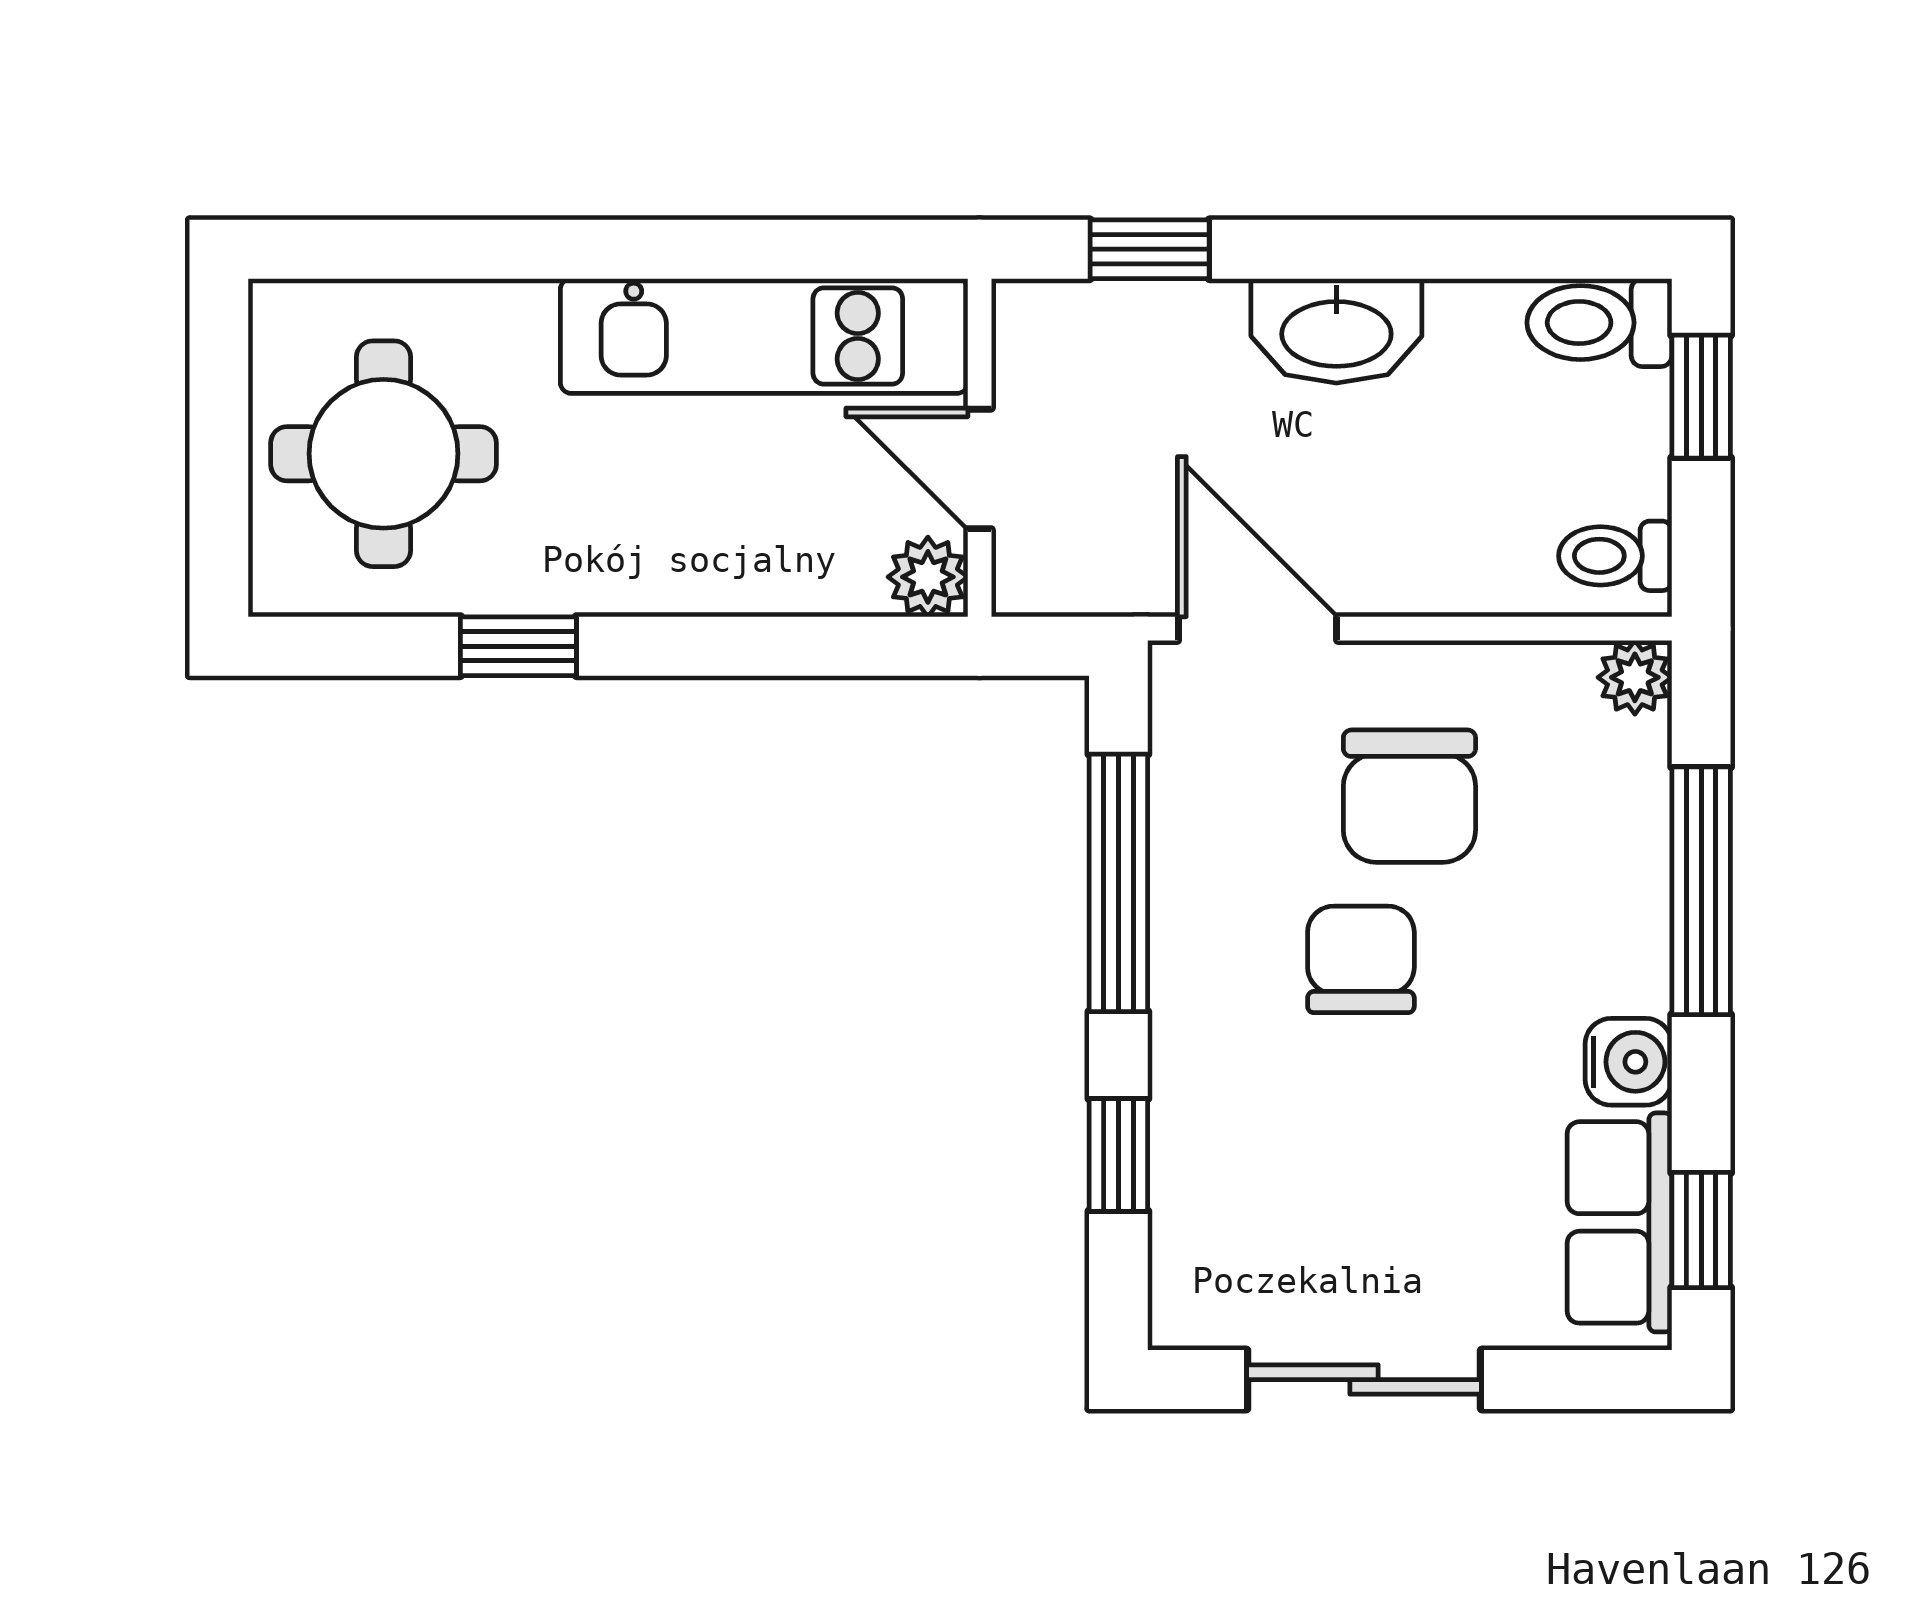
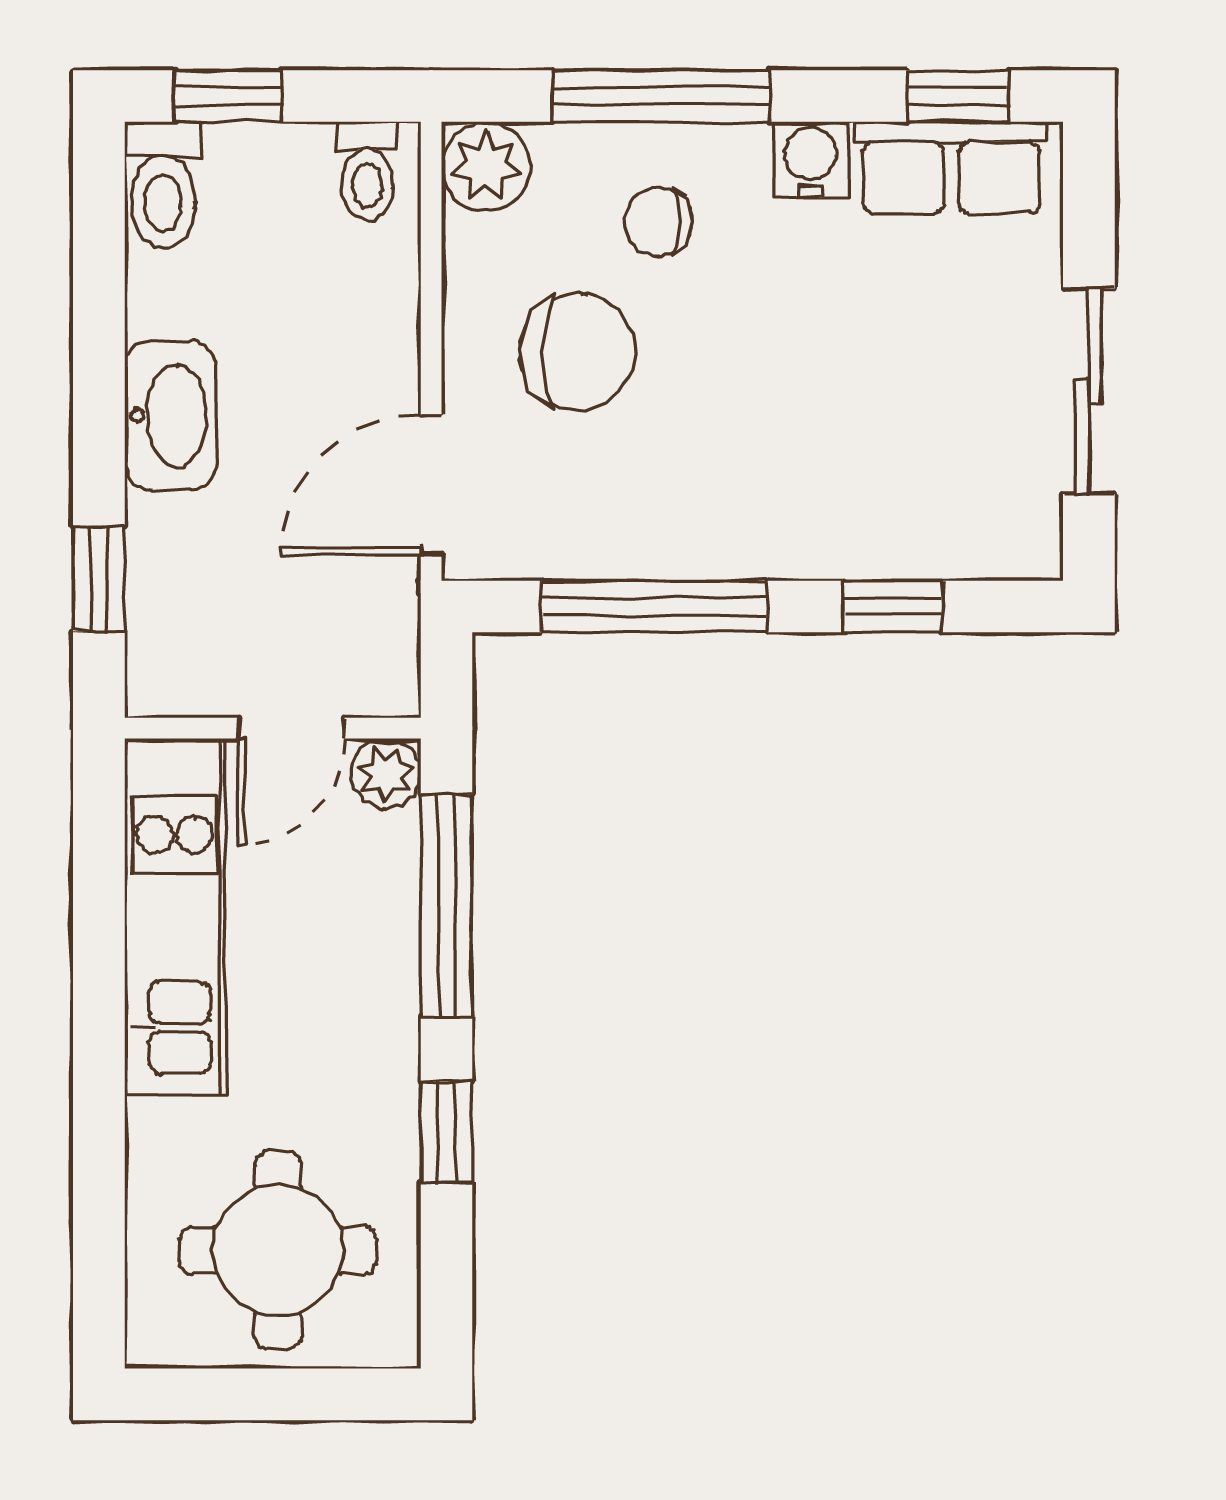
window: (777, 646) -> (447, 906), added
plant: (1635, 677) -> (486, 166), width x1.38, depth x1.38
chair: (1361, 959) -> (659, 222), moved, width x0.73, depth x0.73

